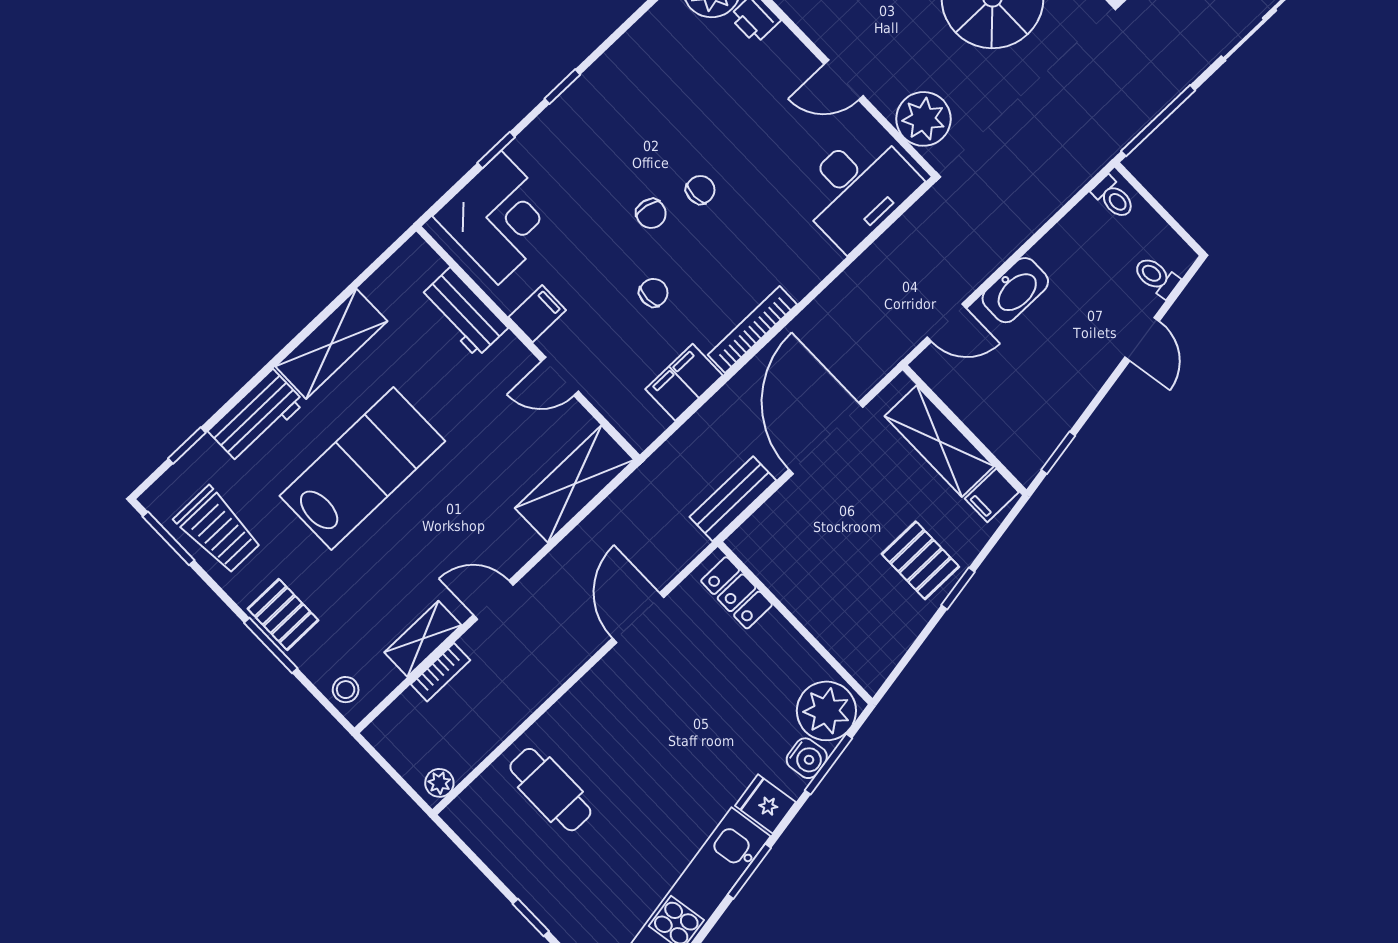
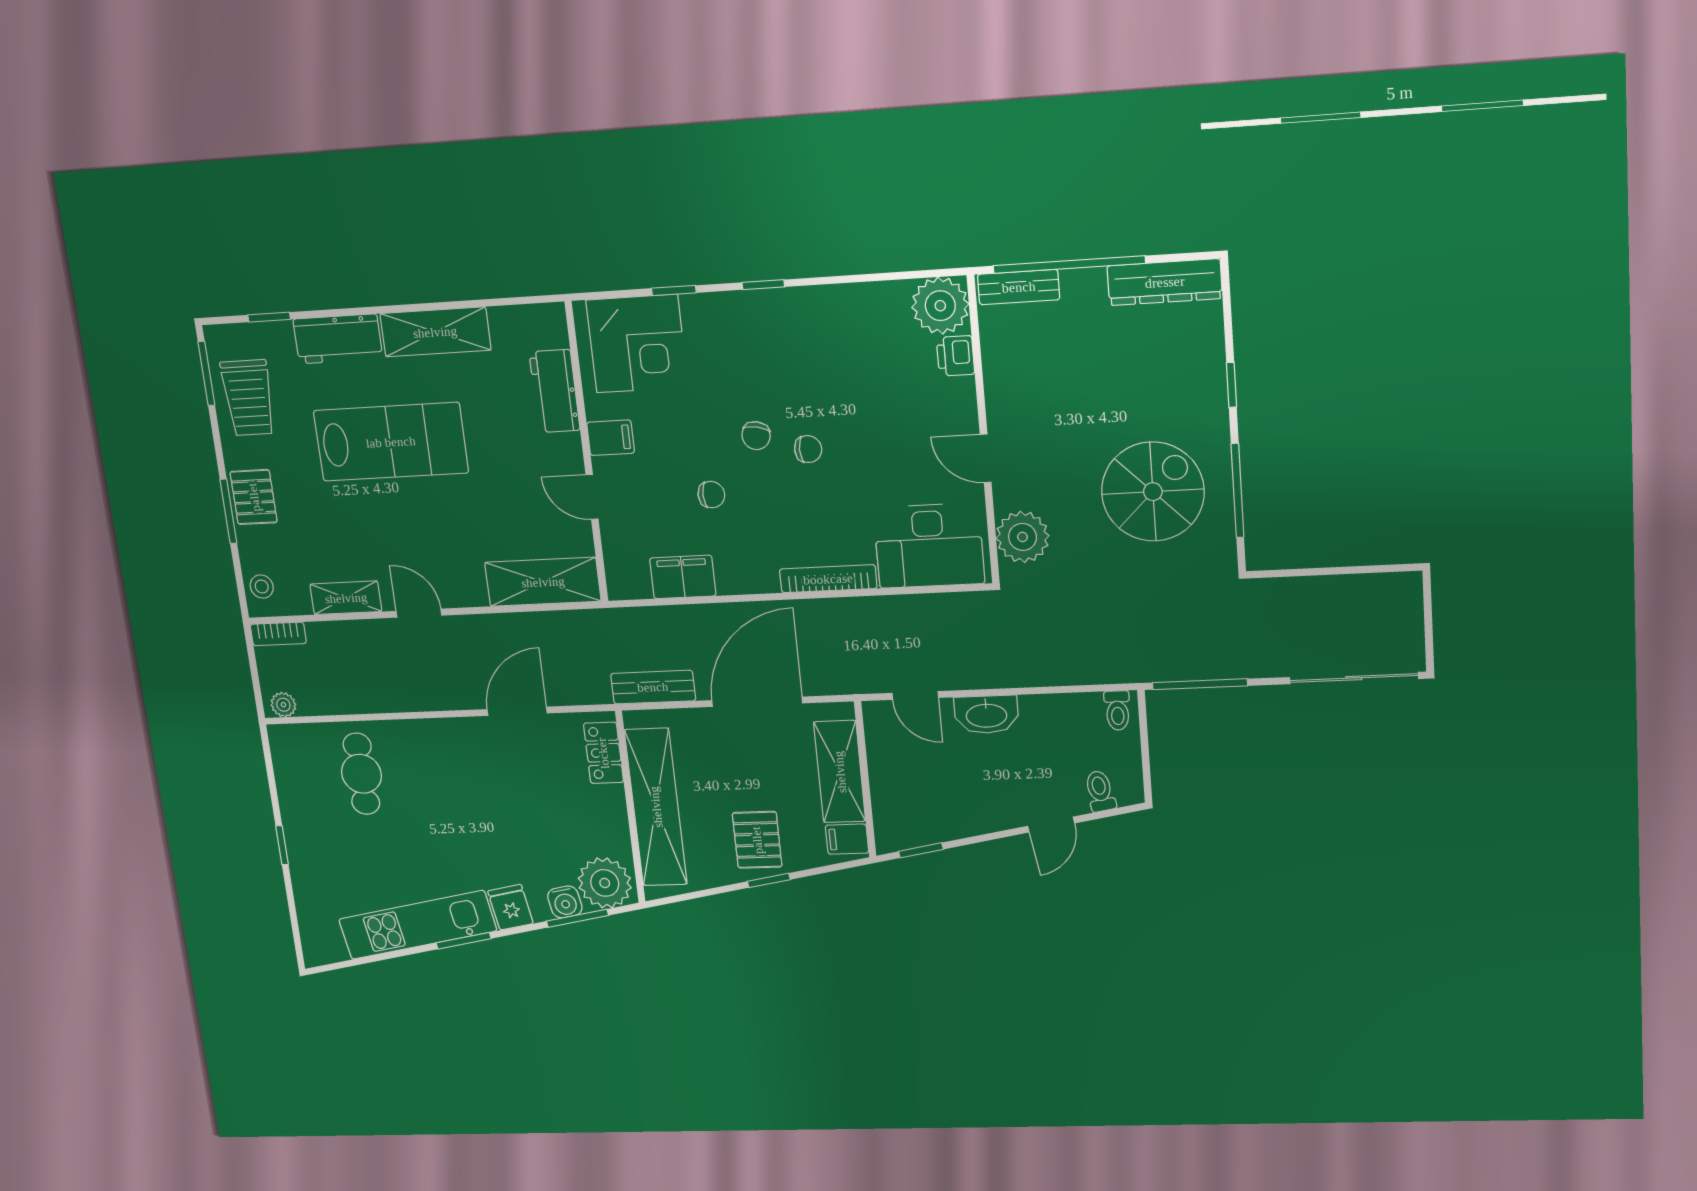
bookcase: (752, 330) -> (828, 579), moved
shelving: (816, 604) -> (656, 807), added
bookcase: (441, 672) -> (278, 634), moved

